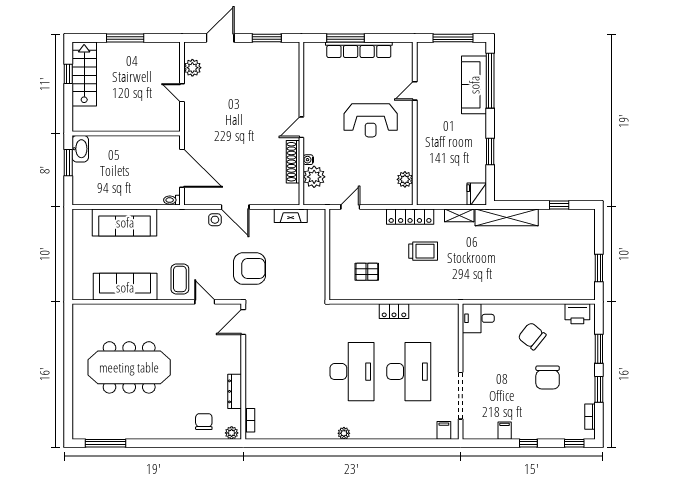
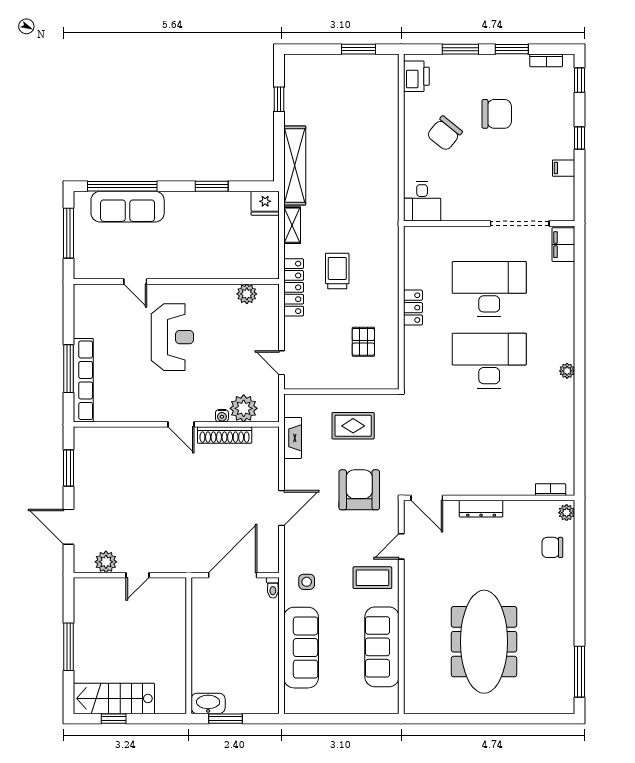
row of seats: (359, 50) -> (83, 380), moved
side table: (215, 220) -> (307, 582), moved
rug: (300, 264) -> (353, 426), added
dresser: (235, 391) -> (481, 509), moved
filing cabinet: (444, 430) -> (563, 245), width x2.00

